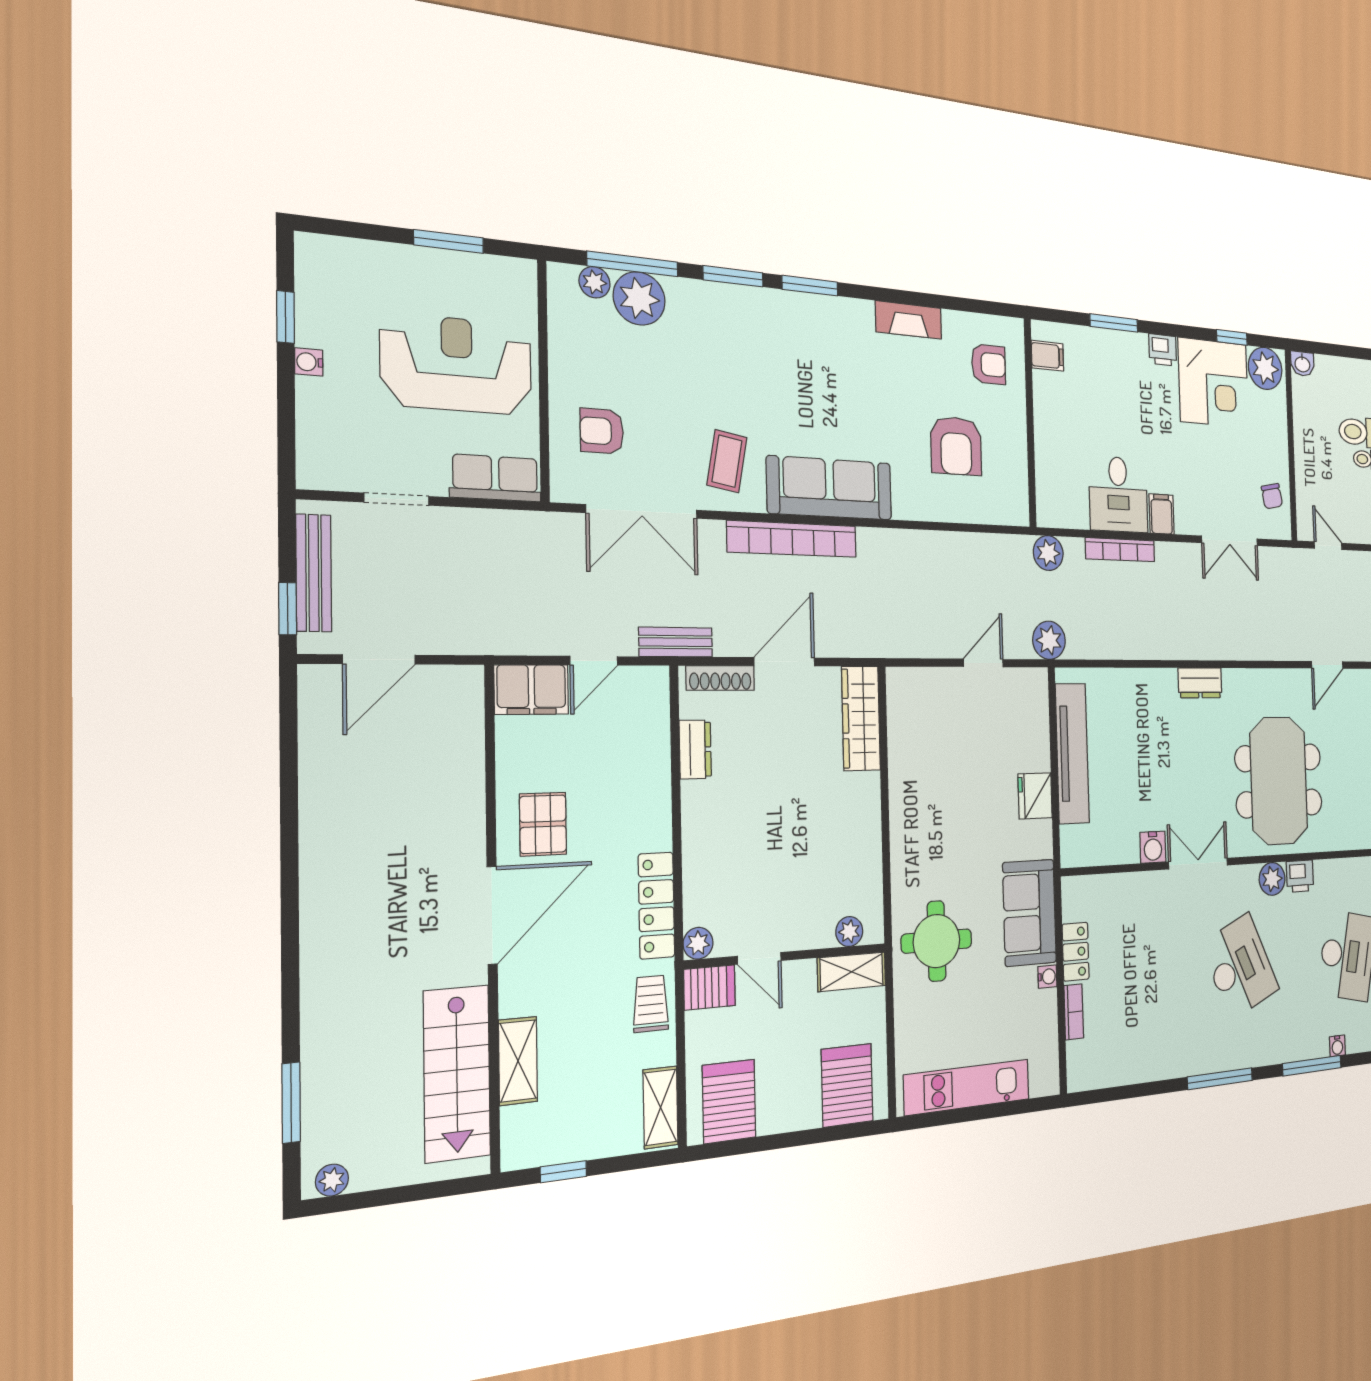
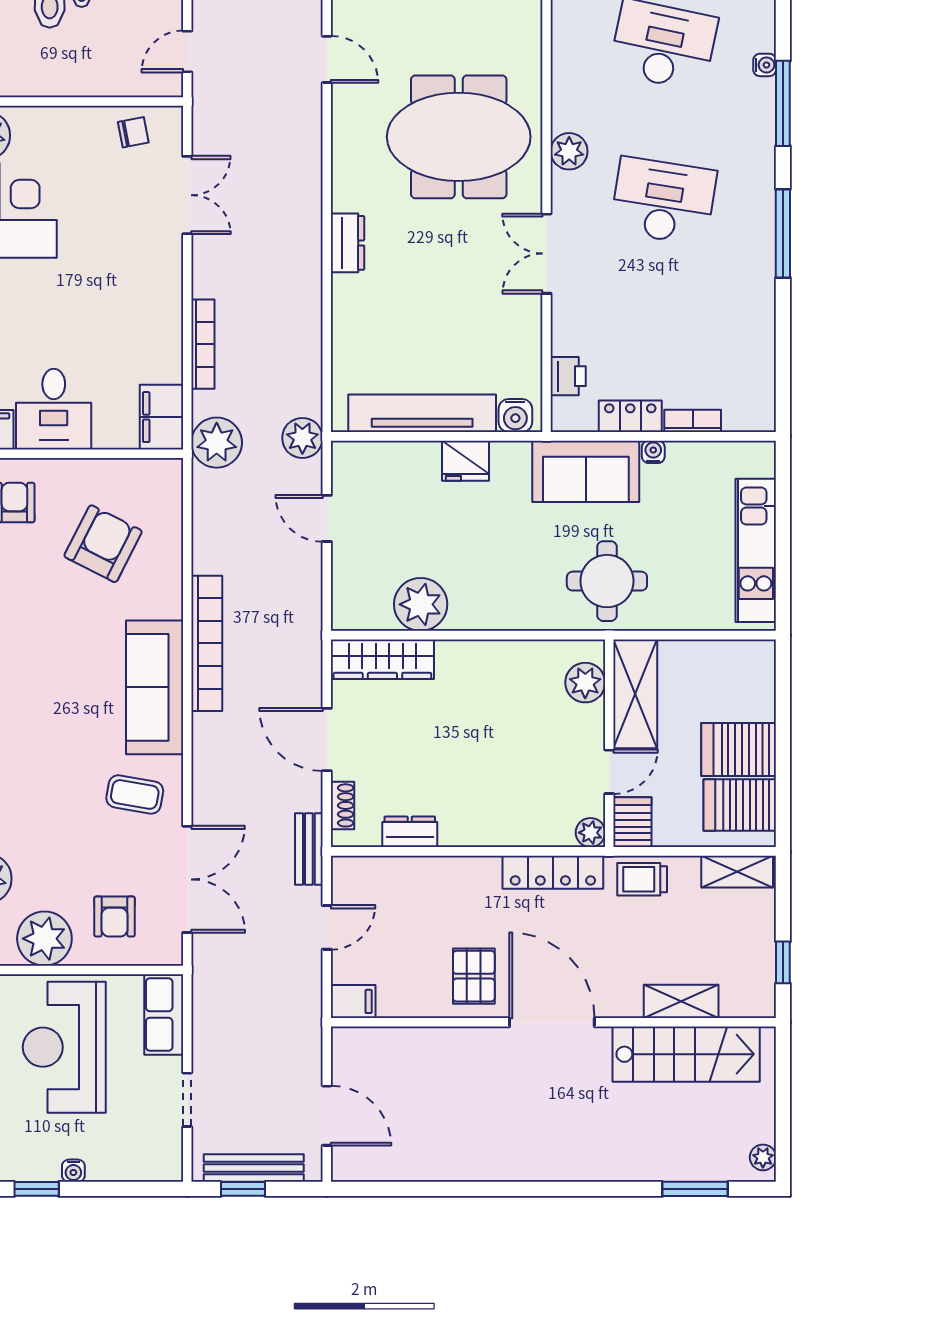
plant: (577, 354) -> (44, 939), added
armchair: (956, 446) -> (103, 544), turned -63
desk: (1118, 494) -> (54, 409), moved, turned 90
filing cabinet: (1162, 514) -> (161, 417), moved, width x2.00
bookcase: (792, 539) -> (207, 643), moved
plant: (1048, 553) -> (217, 443), width x1.36, depth x1.36
window: (288, 609) -> (243, 1189), moved
door: (594, 661) -> (327, 927), hinge flipped
shoe rack: (720, 678) -> (343, 805), width x0.70
filing cabinet: (531, 690) -> (353, 1001), width x0.50
plant: (911, 756) -> (421, 604), added
pallet: (543, 824) -> (474, 976), turned 90
water cooler: (1153, 847) -> (515, 416), moved, turned 90
printer: (1300, 876) -> (568, 376), moved
plant: (849, 932) -> (585, 683), width x1.38, depth x1.38
desk: (1240, 967) -> (663, 201), turned 33
shelving: (852, 972) -> (635, 694), width x1.50, depth x1.33
server rack: (847, 1085) -> (739, 750), moved

